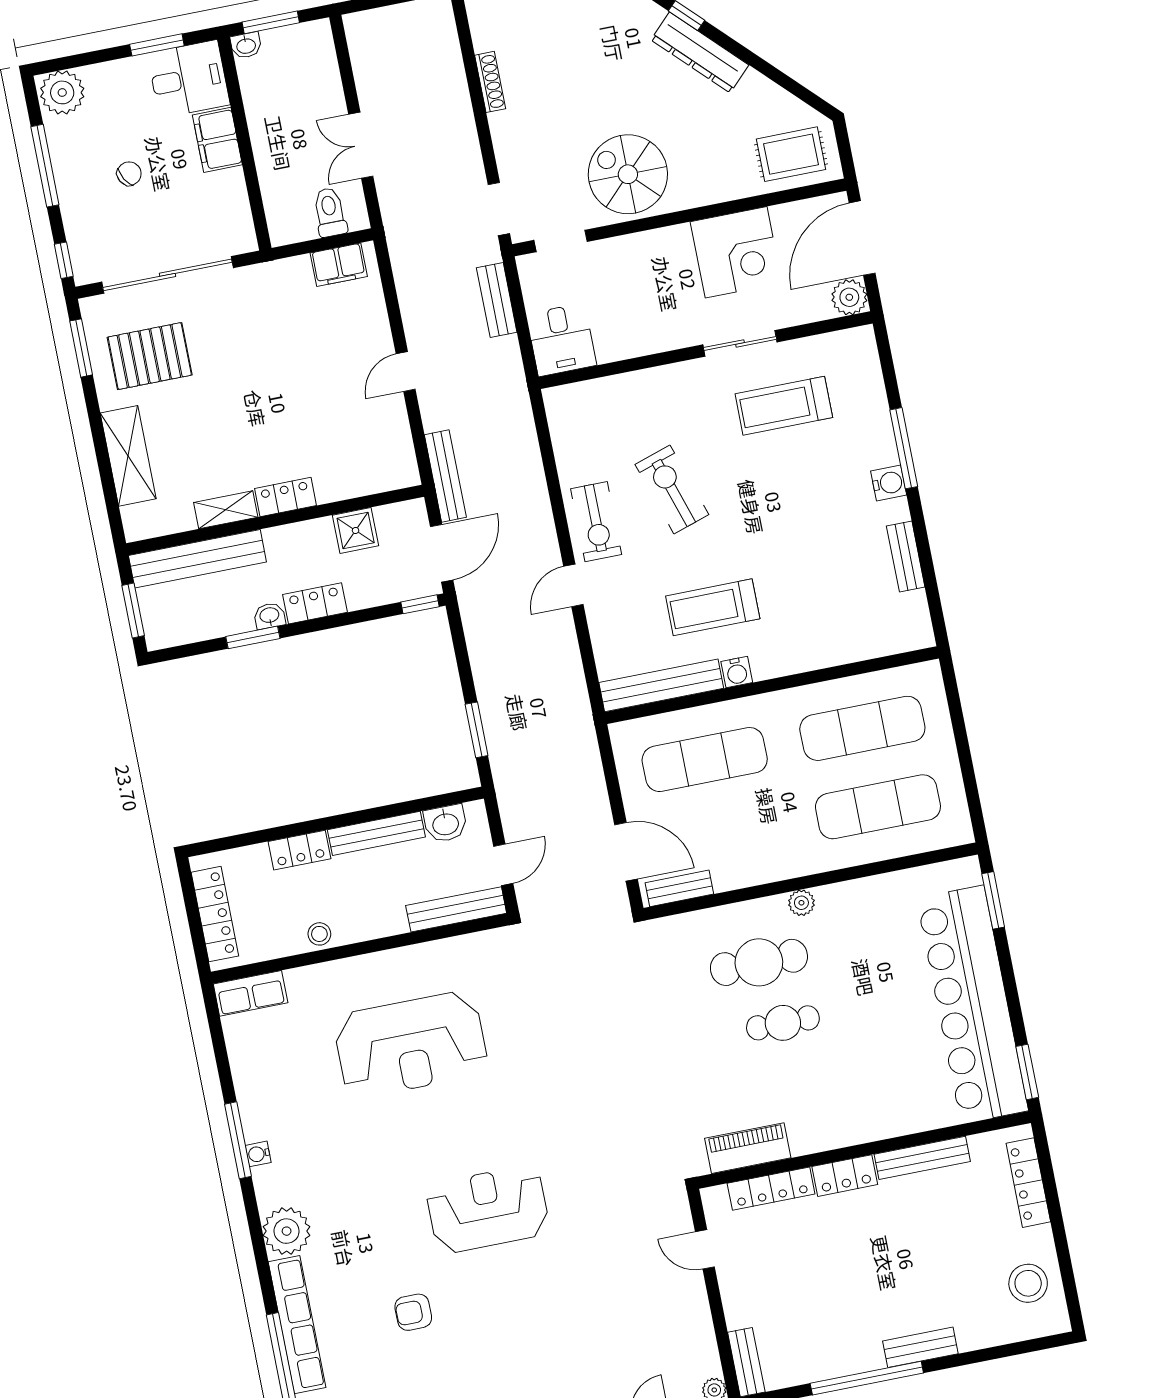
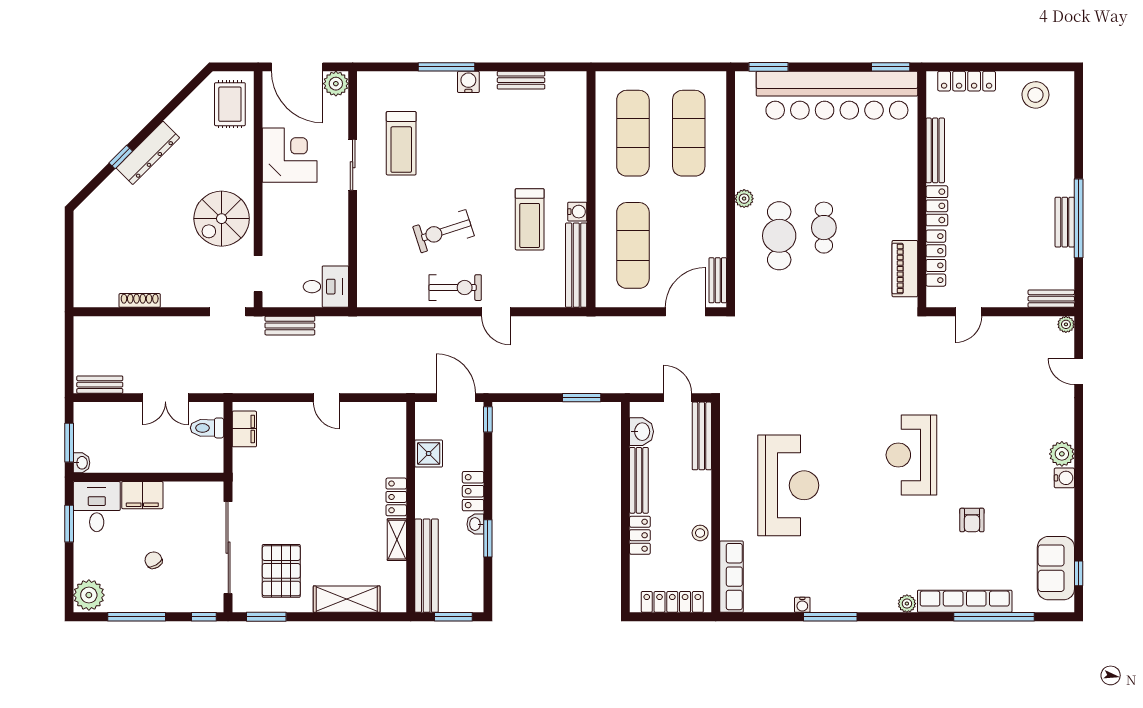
bench: (445, 476) -> (100, 385), moved, width x0.73
row of seats: (251, 993) -> (731, 577), width x1.48
water cooler: (258, 1154) -> (802, 605), moved
plant: (287, 1231) -> (907, 604), width x0.53, depth x0.53
bench: (920, 1347) -> (1065, 222), moved

